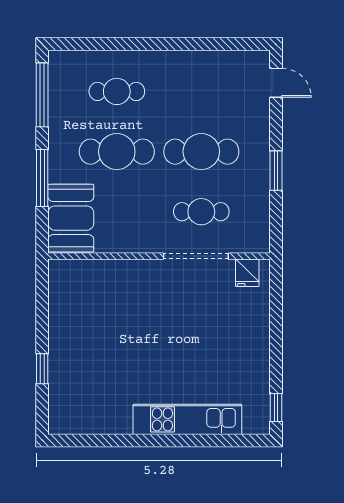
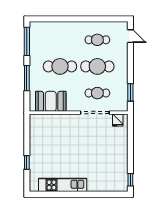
cafe table: (117, 91) -> (97, 40), moved
window: (276, 171) -> (130, 92), moved
booth: (71, 218) -> (51, 101), moved, turned 90
kitchen unit: (187, 419) -> (63, 185), moved

